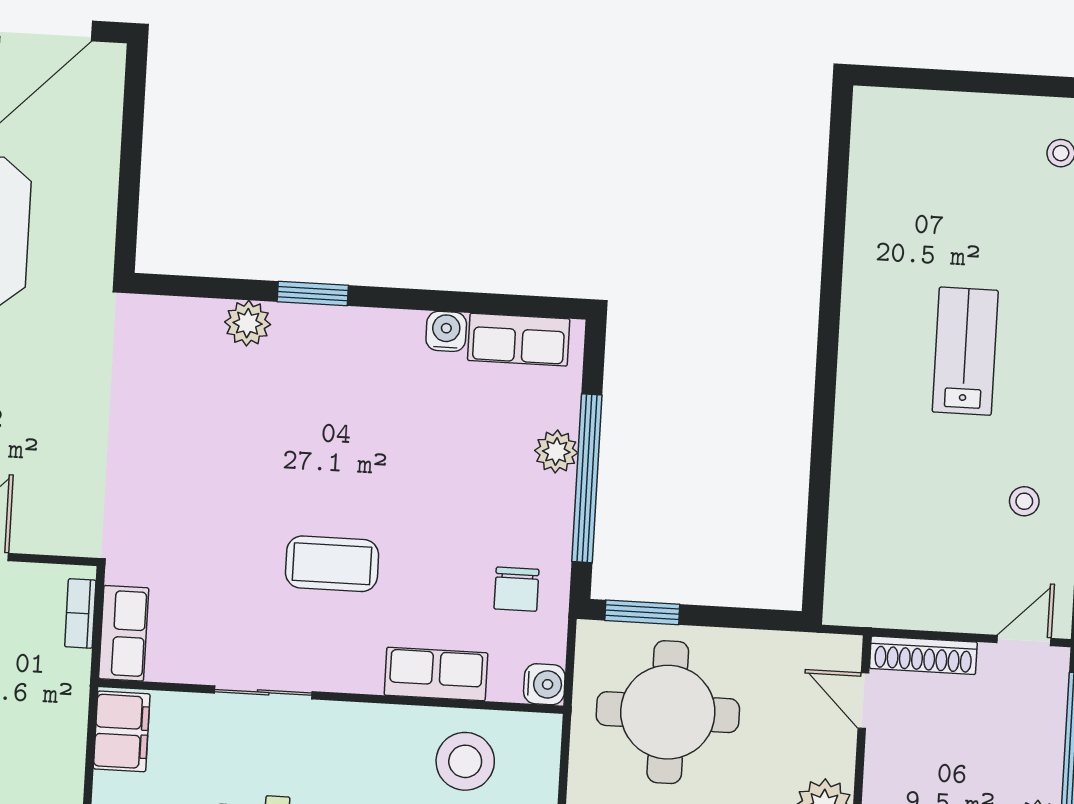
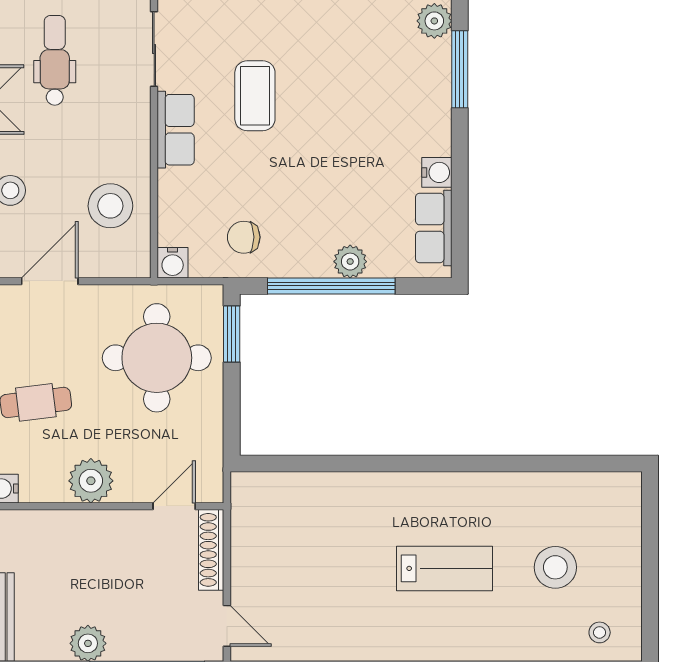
window: (313, 293) -> (460, 69), width x1.44
stool: (1024, 501) -> (555, 567), moved, width x1.89, depth x1.89
row of seats: (436, 674) -> (176, 130), moved

